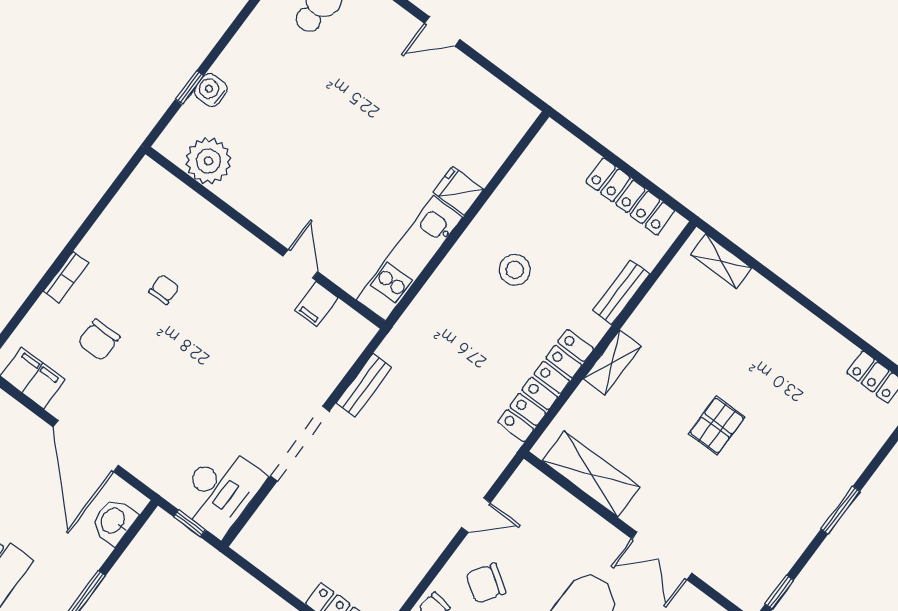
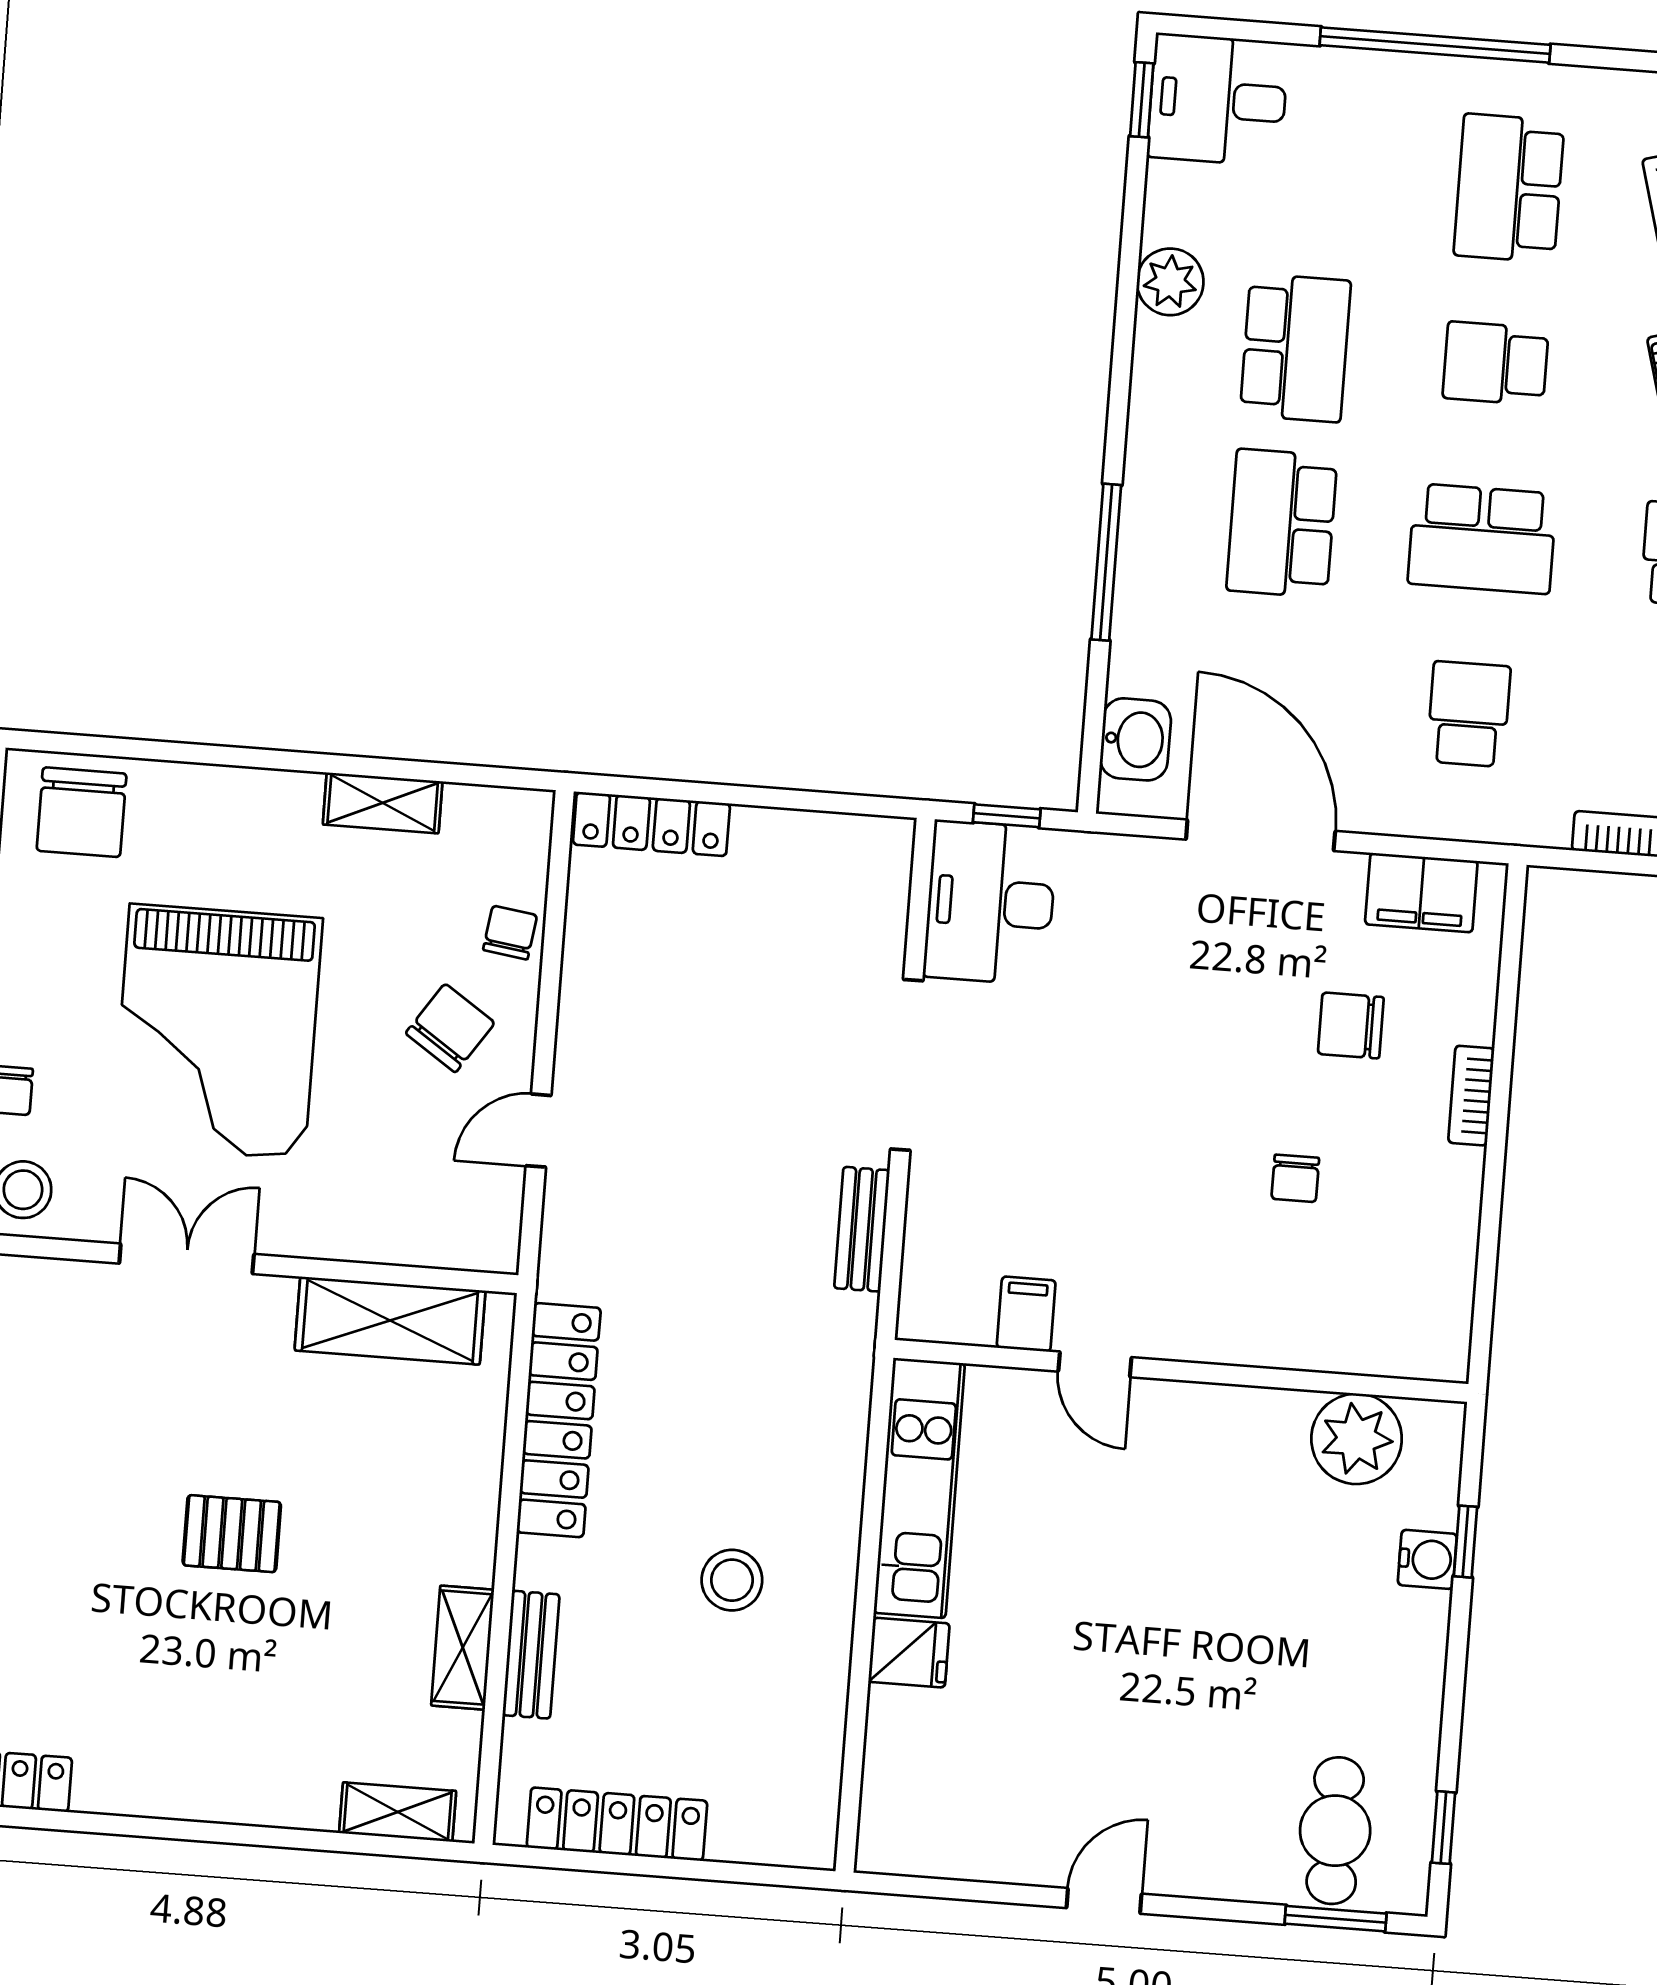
chair: (99, 340) -> (1351, 1026), turned -90
shelving: (612, 363) -> (463, 1648), moved
pallet: (717, 425) -> (232, 1534), turned 90

